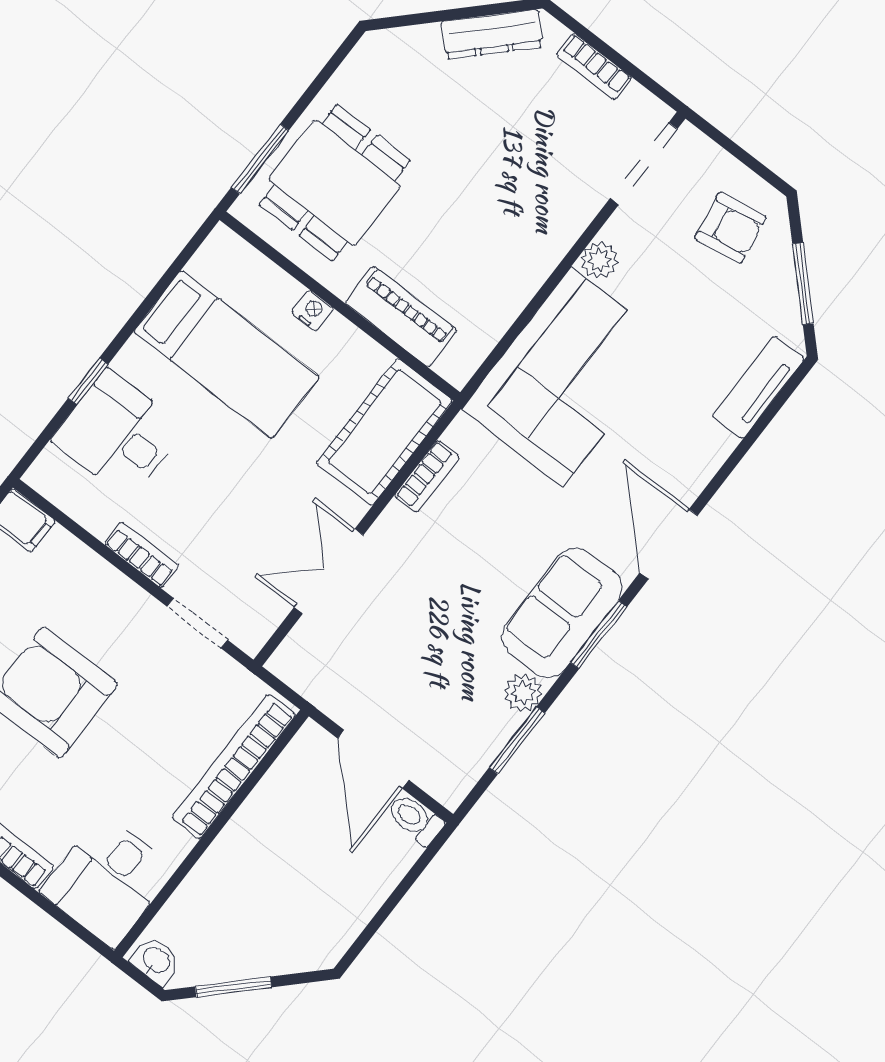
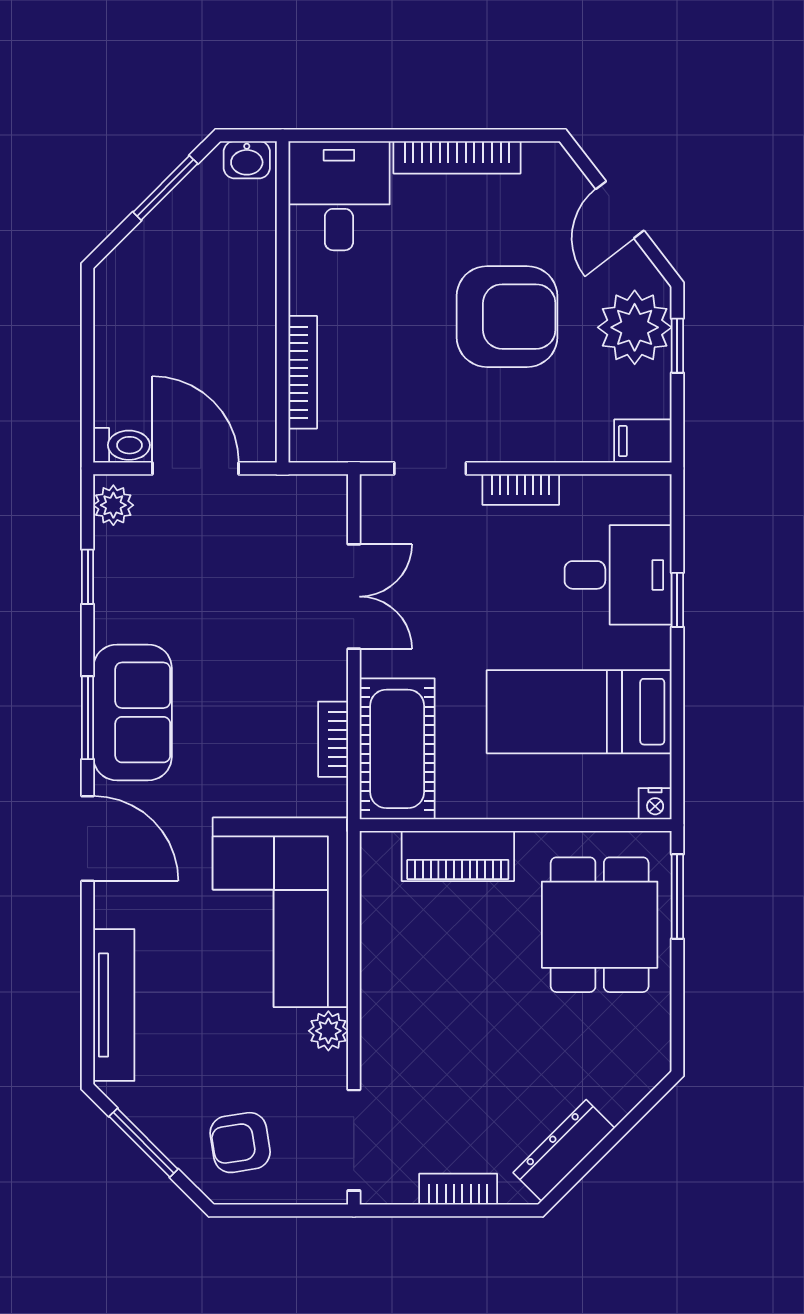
nightstand: (313, 311) -> (655, 804), moved
tv unit: (758, 388) -> (114, 1005), width x1.41
plant: (523, 693) -> (113, 505), moved
window: (517, 740) -> (88, 577), width x0.67
bookcase: (234, 766) -> (303, 372), width x0.68, depth x0.76

